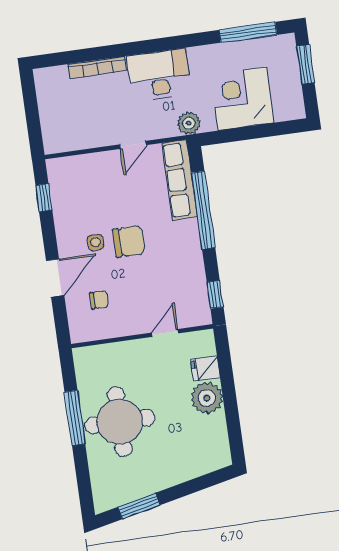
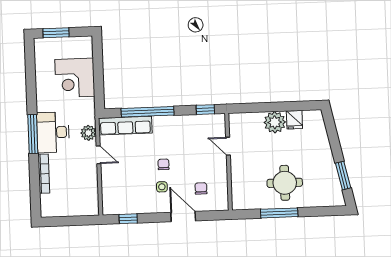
window: (248, 32) -> (33, 134), moved
plant: (189, 123) -> (88, 133), moved
chair: (129, 241) -> (163, 164), width x0.54, depth x0.54
fridge: (205, 369) -> (294, 120), moved
round table: (120, 422) -> (285, 183), width x0.73, depth x0.73

